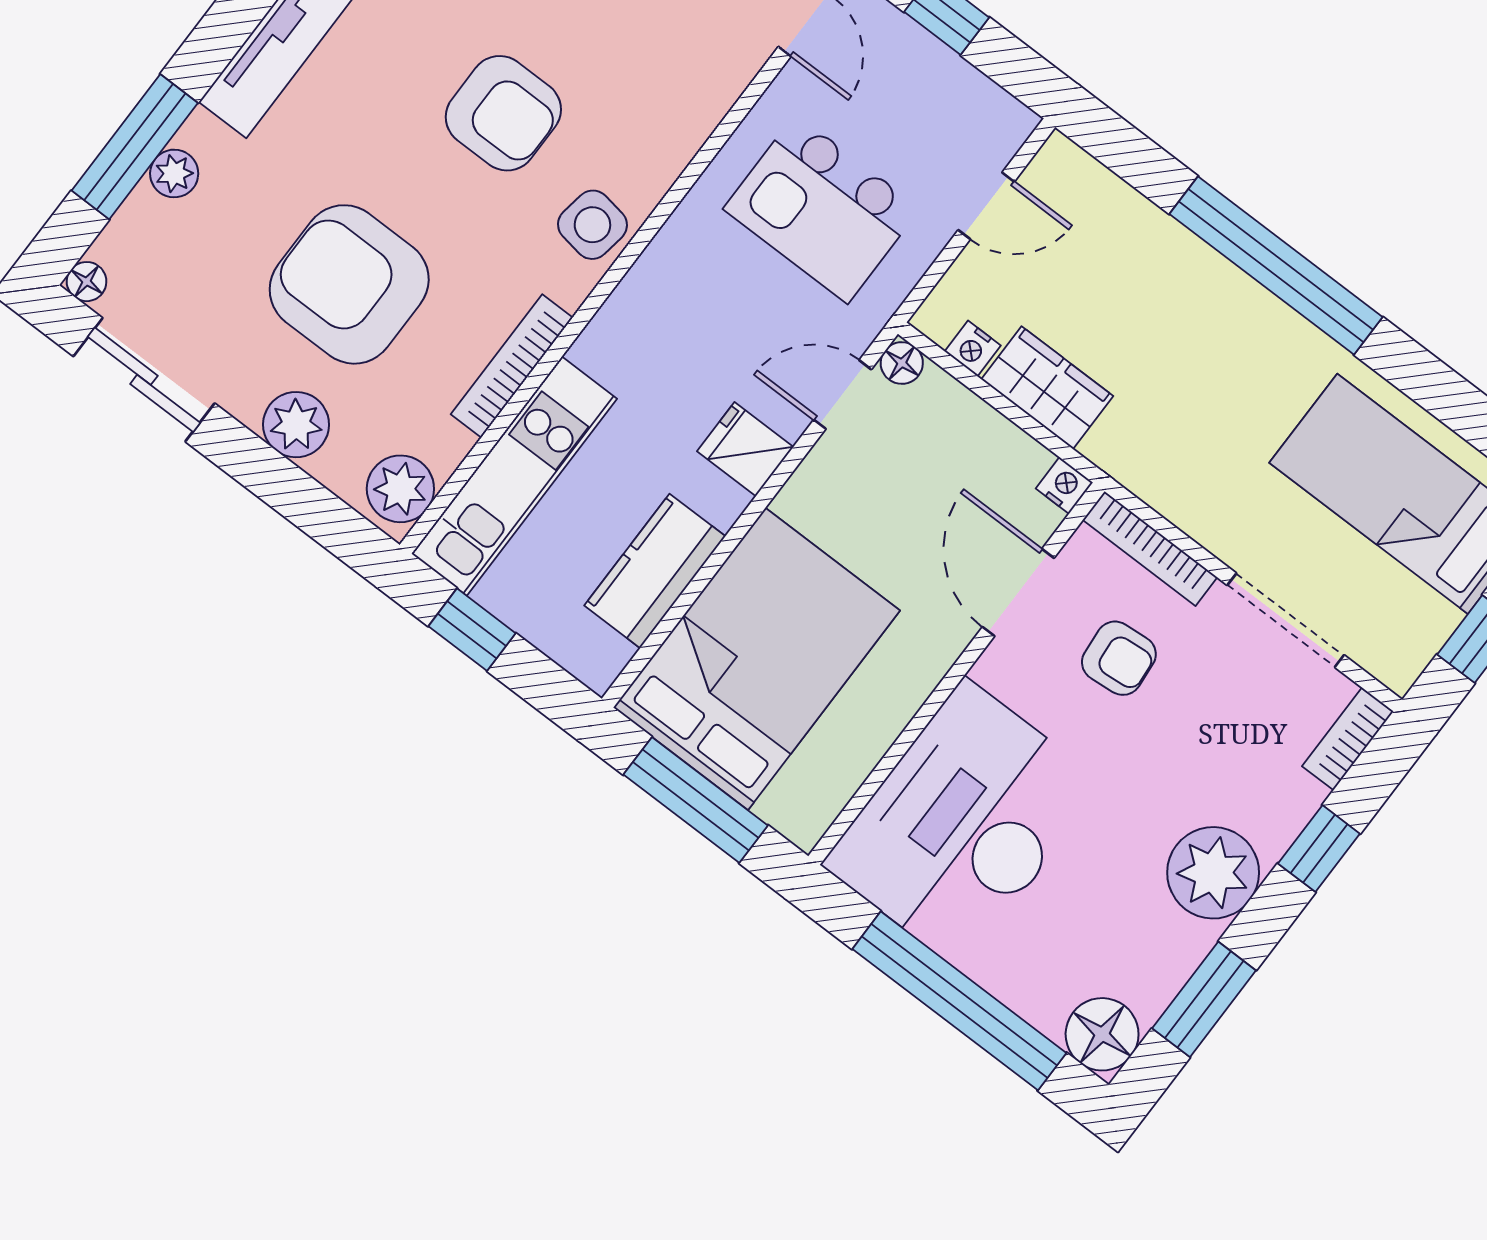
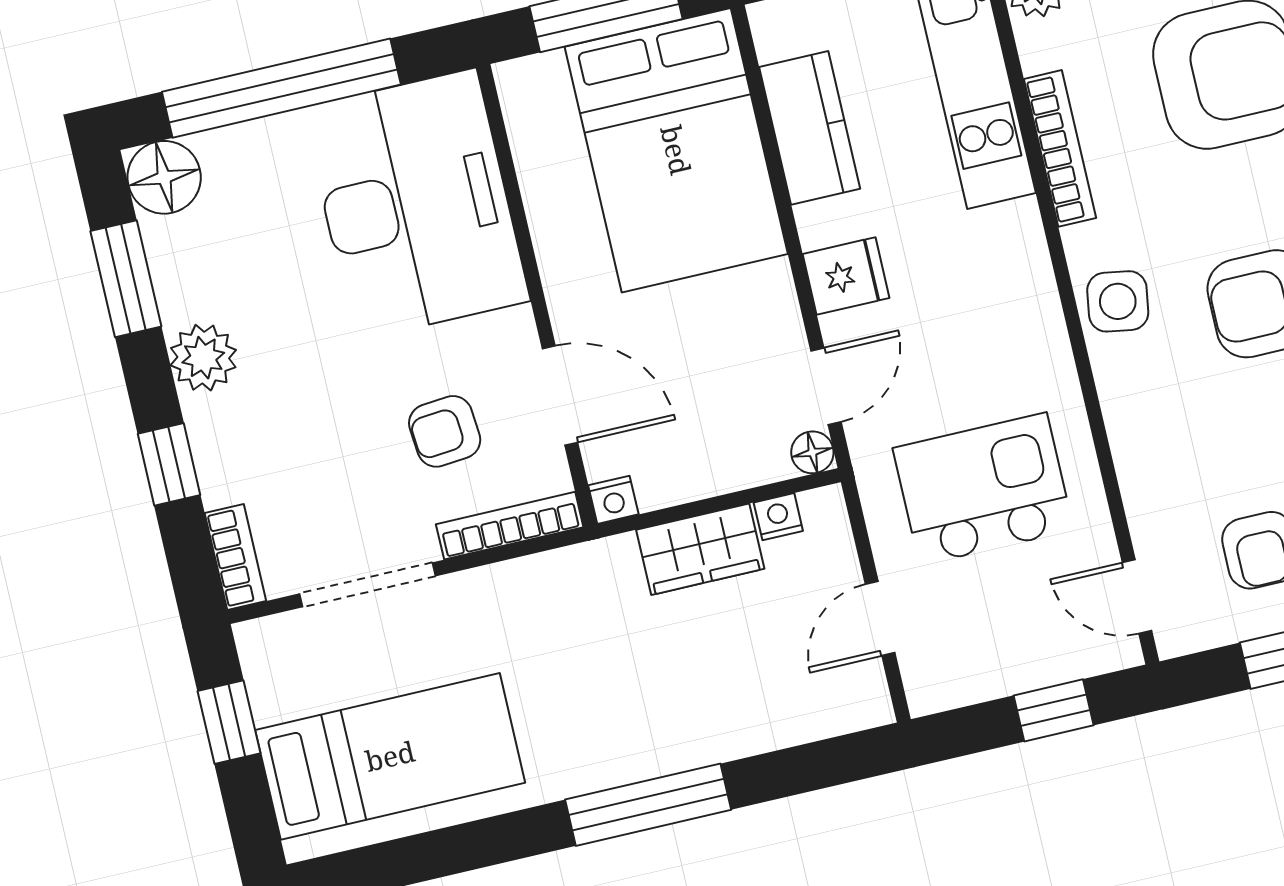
window: (1276, 266) -> (648, 805), width x0.68
plant: (1213, 873) -> (203, 358), width x0.73, depth x0.73

